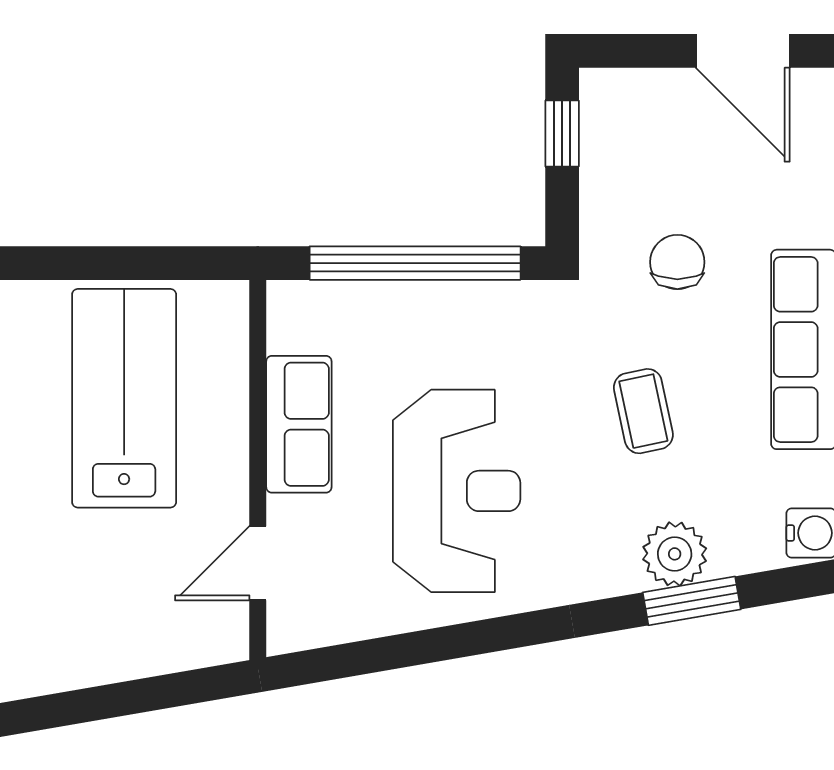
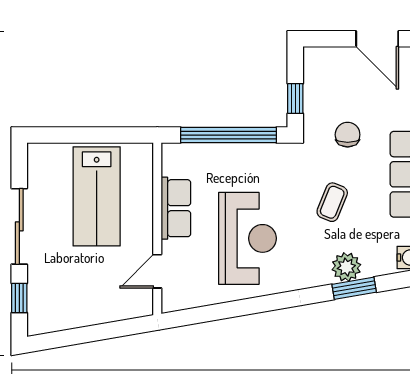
window: (562, 133) -> (295, 98), moved
lab bench: (124, 398) -> (97, 196), turned 180
coffee table: (643, 411) -> (332, 202), turned 34

